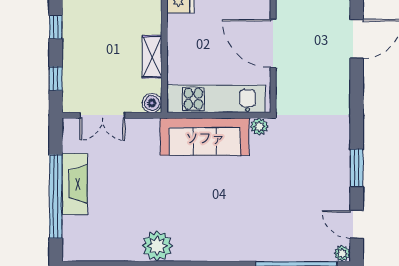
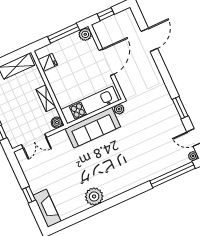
door: (273, 43) -> (106, 62), swing flipped
fireplace: (75, 184) -> (47, 208), moved
window: (56, 196) -> (29, 195), width x0.32

